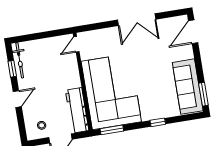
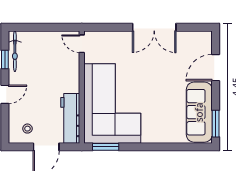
door: (193, 32) -> (216, 68), moved
door: (76, 44) -> (82, 44), hinge flipped
window: (158, 122) -> (159, 147), removed

